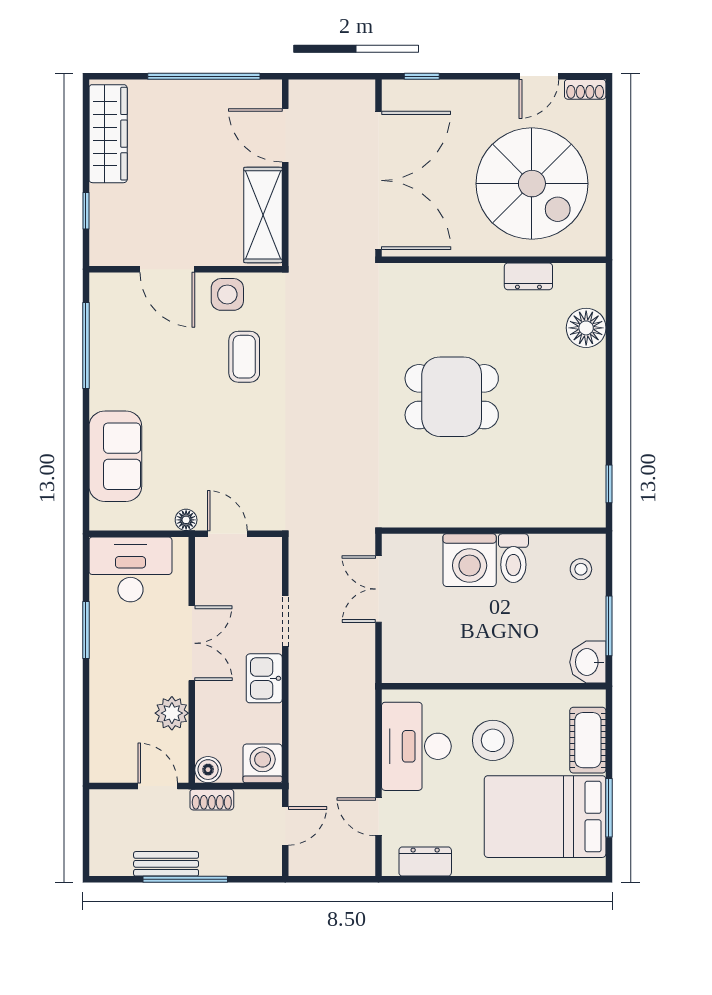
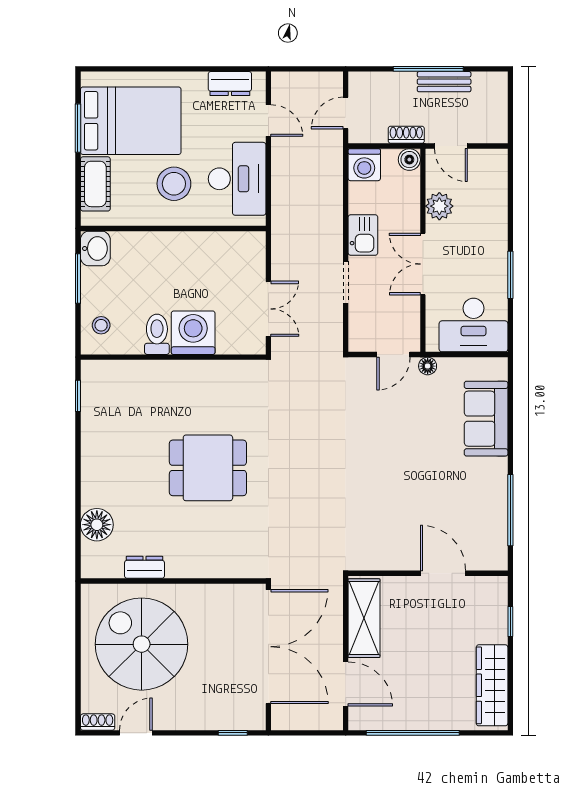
double door: (379, 180) -> (268, 647), swing flipped
side table: (227, 294) -> (393, 552), removed
coffee table: (244, 357) -> (379, 501), removed
door: (227, 534) -> (393, 355), hinge flipped

